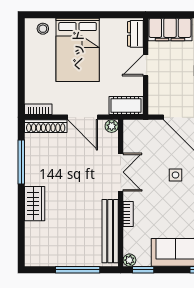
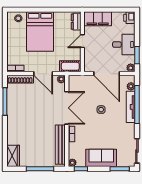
double door: (121, 172) -> (67, 108), width x1.37
wardrobe: (35, 204) -> (13, 156), moved

